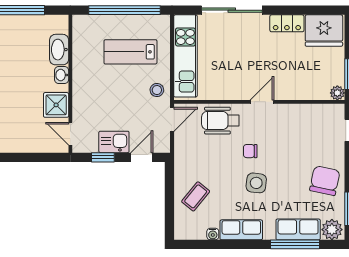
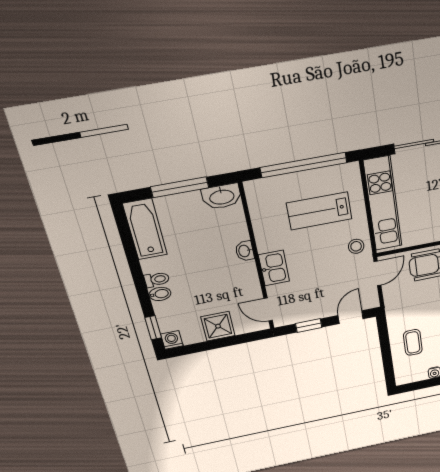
washbasin: (59, 50) -> (222, 197), moved, turned -90
shower: (56, 105) -> (218, 326), moved
kitchen sink: (114, 142) -> (274, 268), moved, turned 90
coffee table: (196, 196) -> (413, 342), turned -39

